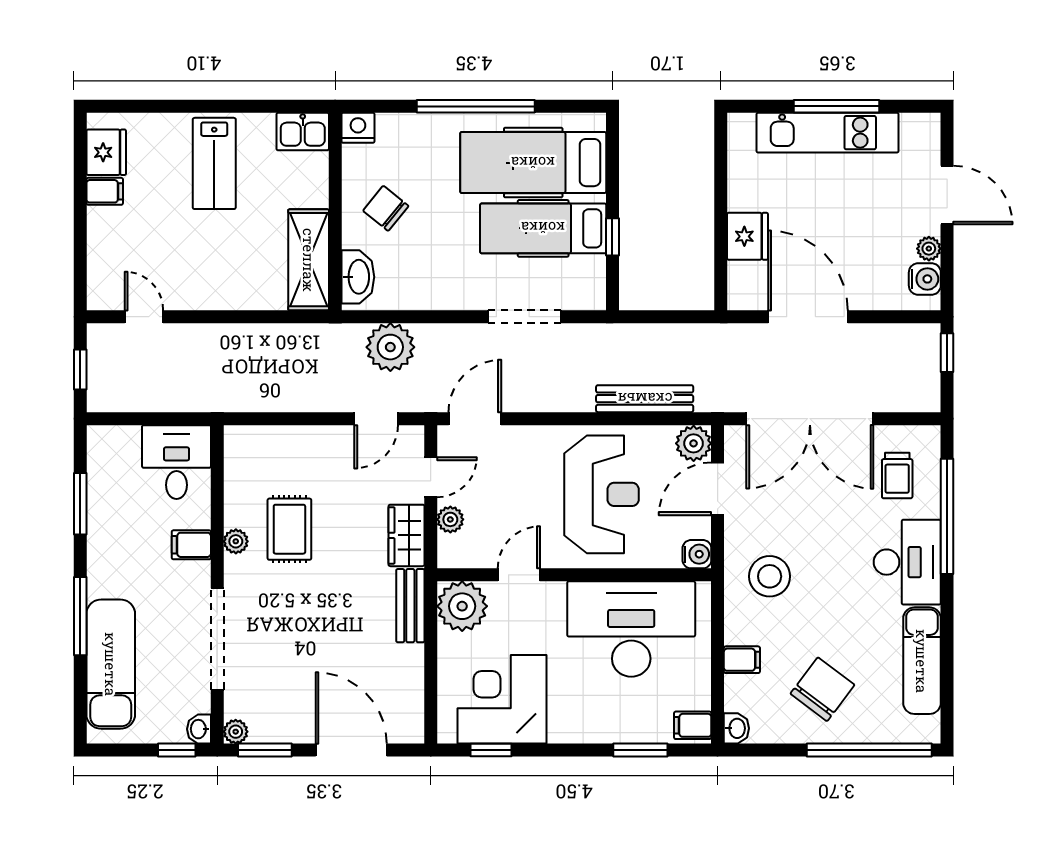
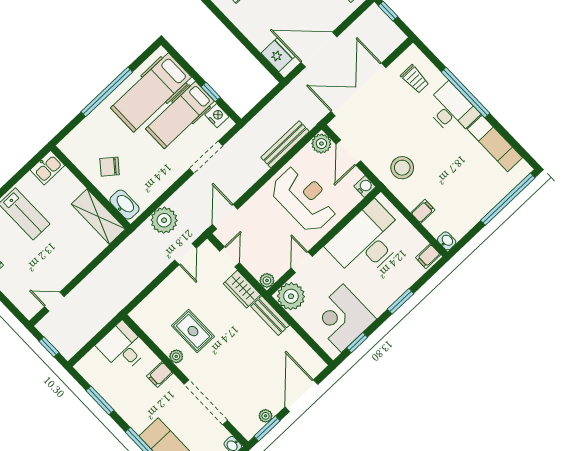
nightstand: (358, 128) -> (217, 116), moved, turned 90
fridge: (748, 236) -> (278, 55), moved
double door: (810, 419) -> (358, 90), swing flipped
window: (947, 516) -> (466, 93), moved
plant: (450, 519) -> (267, 280), moved
chair: (822, 689) -> (466, 193), removed
plant: (236, 732) -> (266, 416), moved
door: (351, 750) -> (301, 396), hinge flipped
window: (640, 750) -> (400, 301), moved

